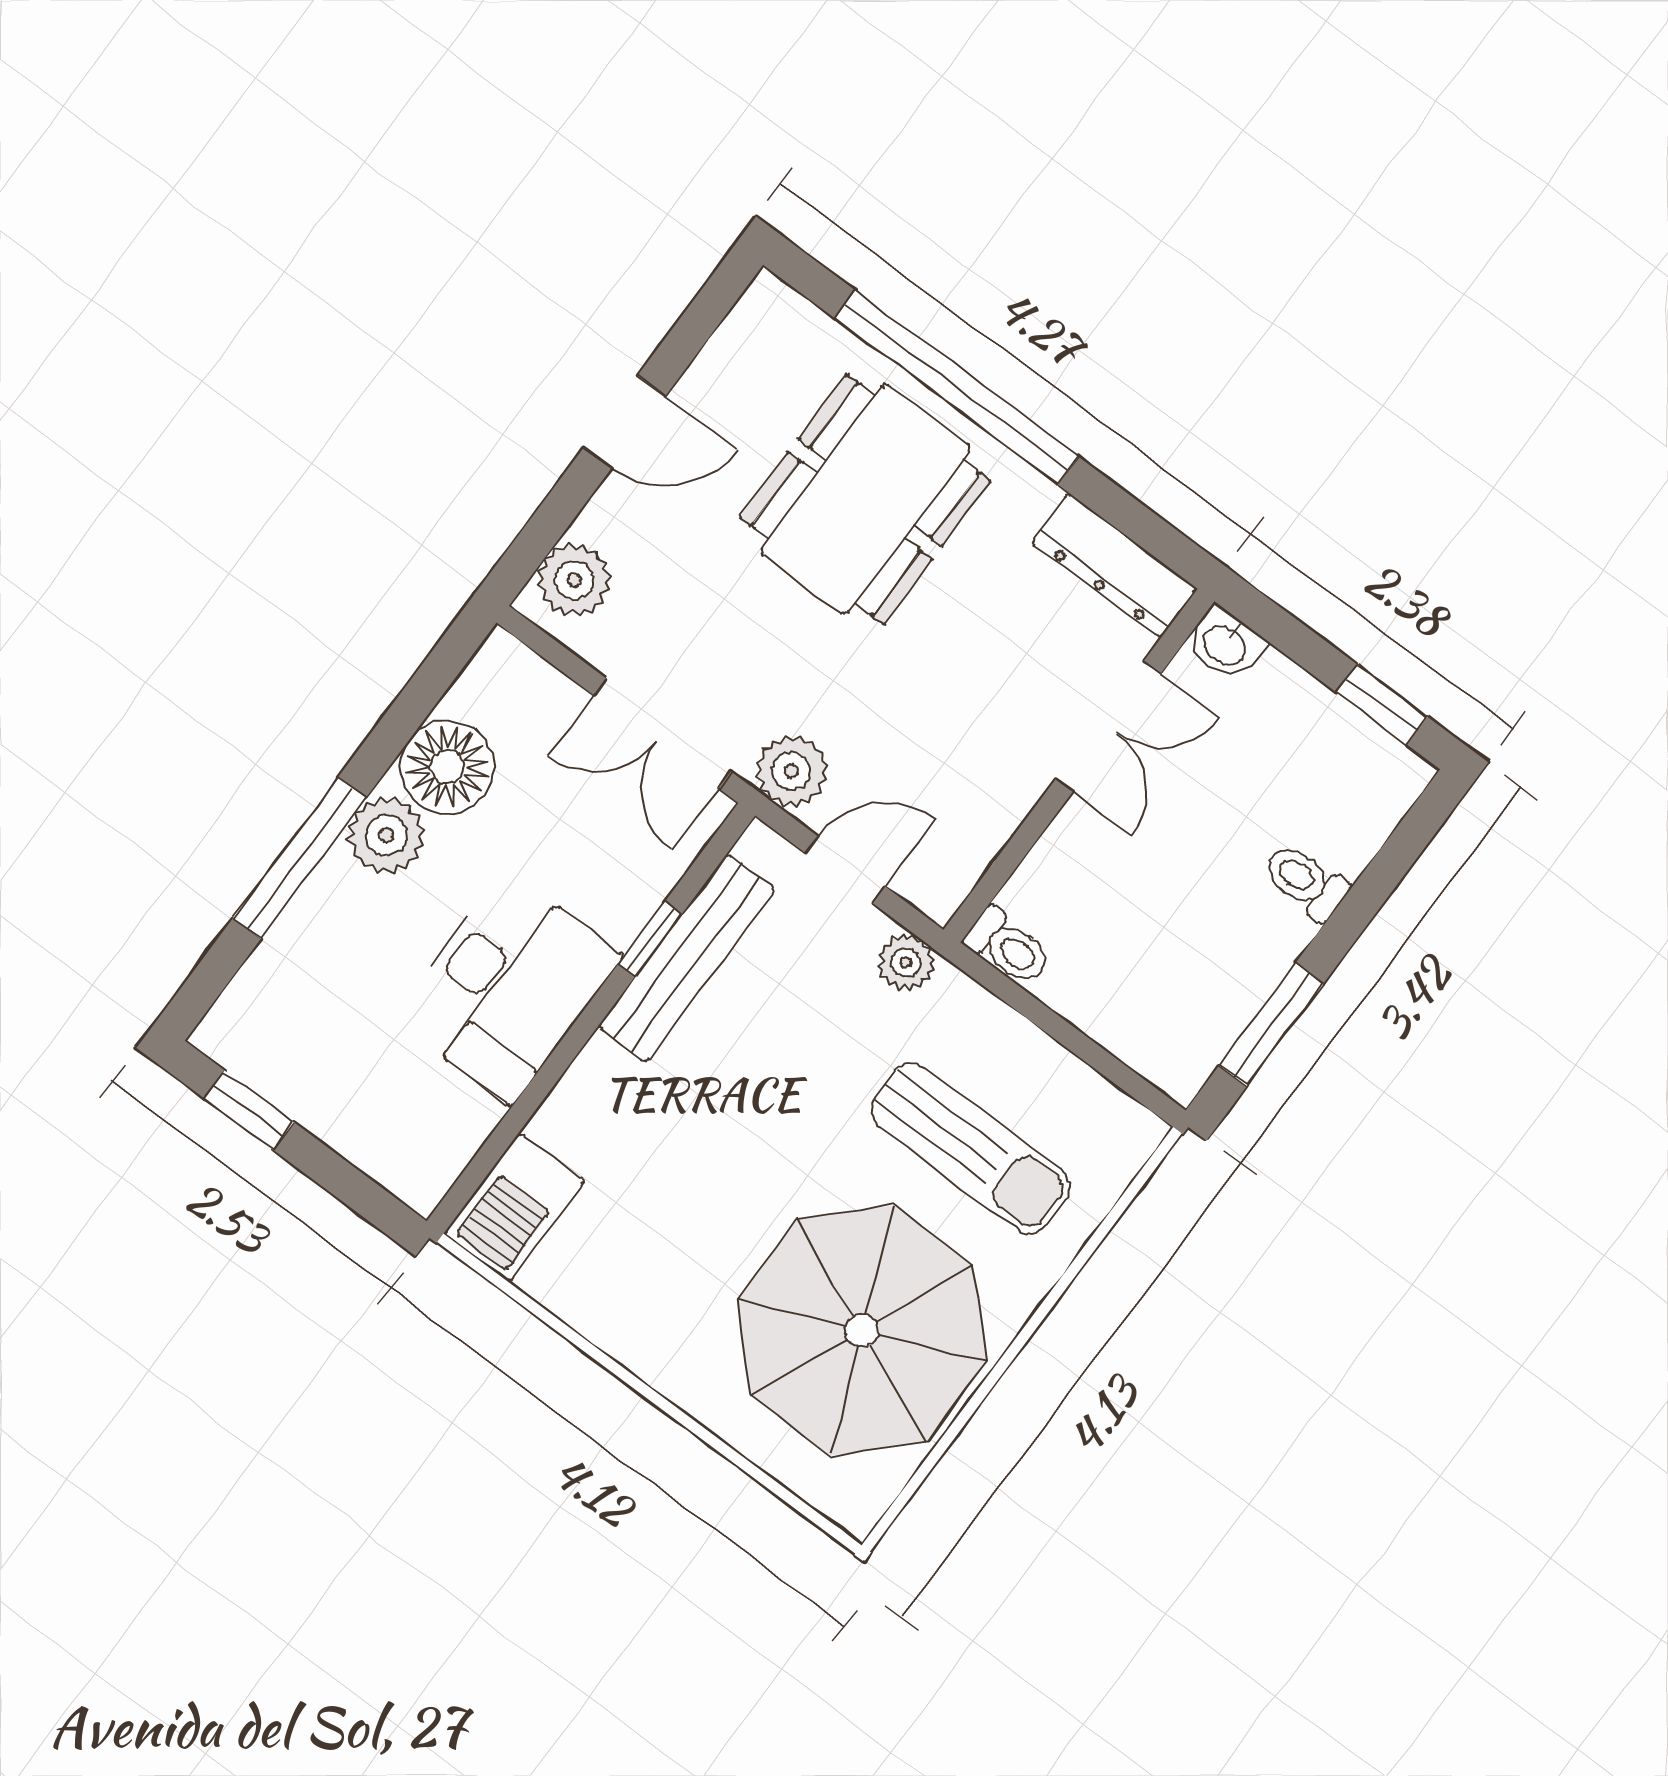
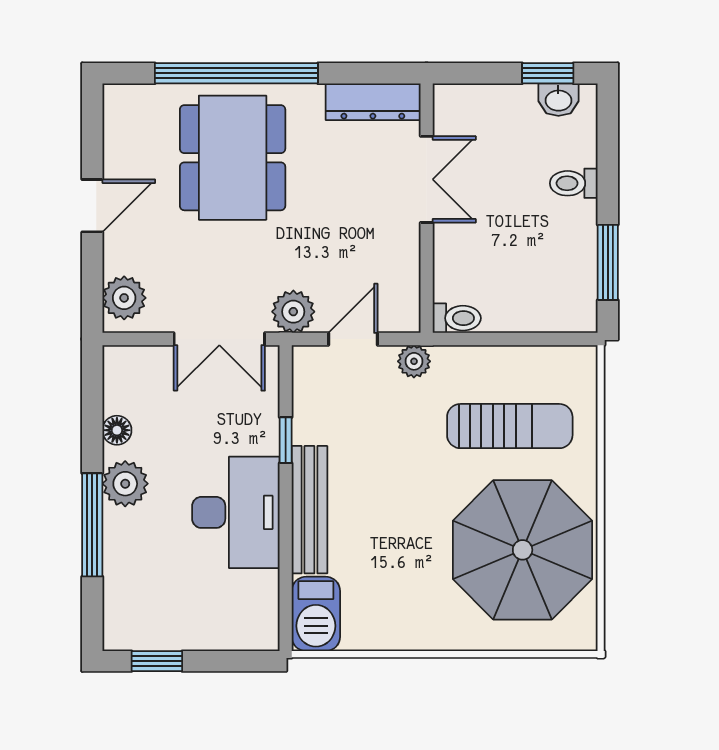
washbasin: (1225, 644) -> (558, 100), moved
floor lamp: (447, 767) -> (117, 430), width x0.53, depth x0.53
bench: (687, 958) -> (309, 510), moved

